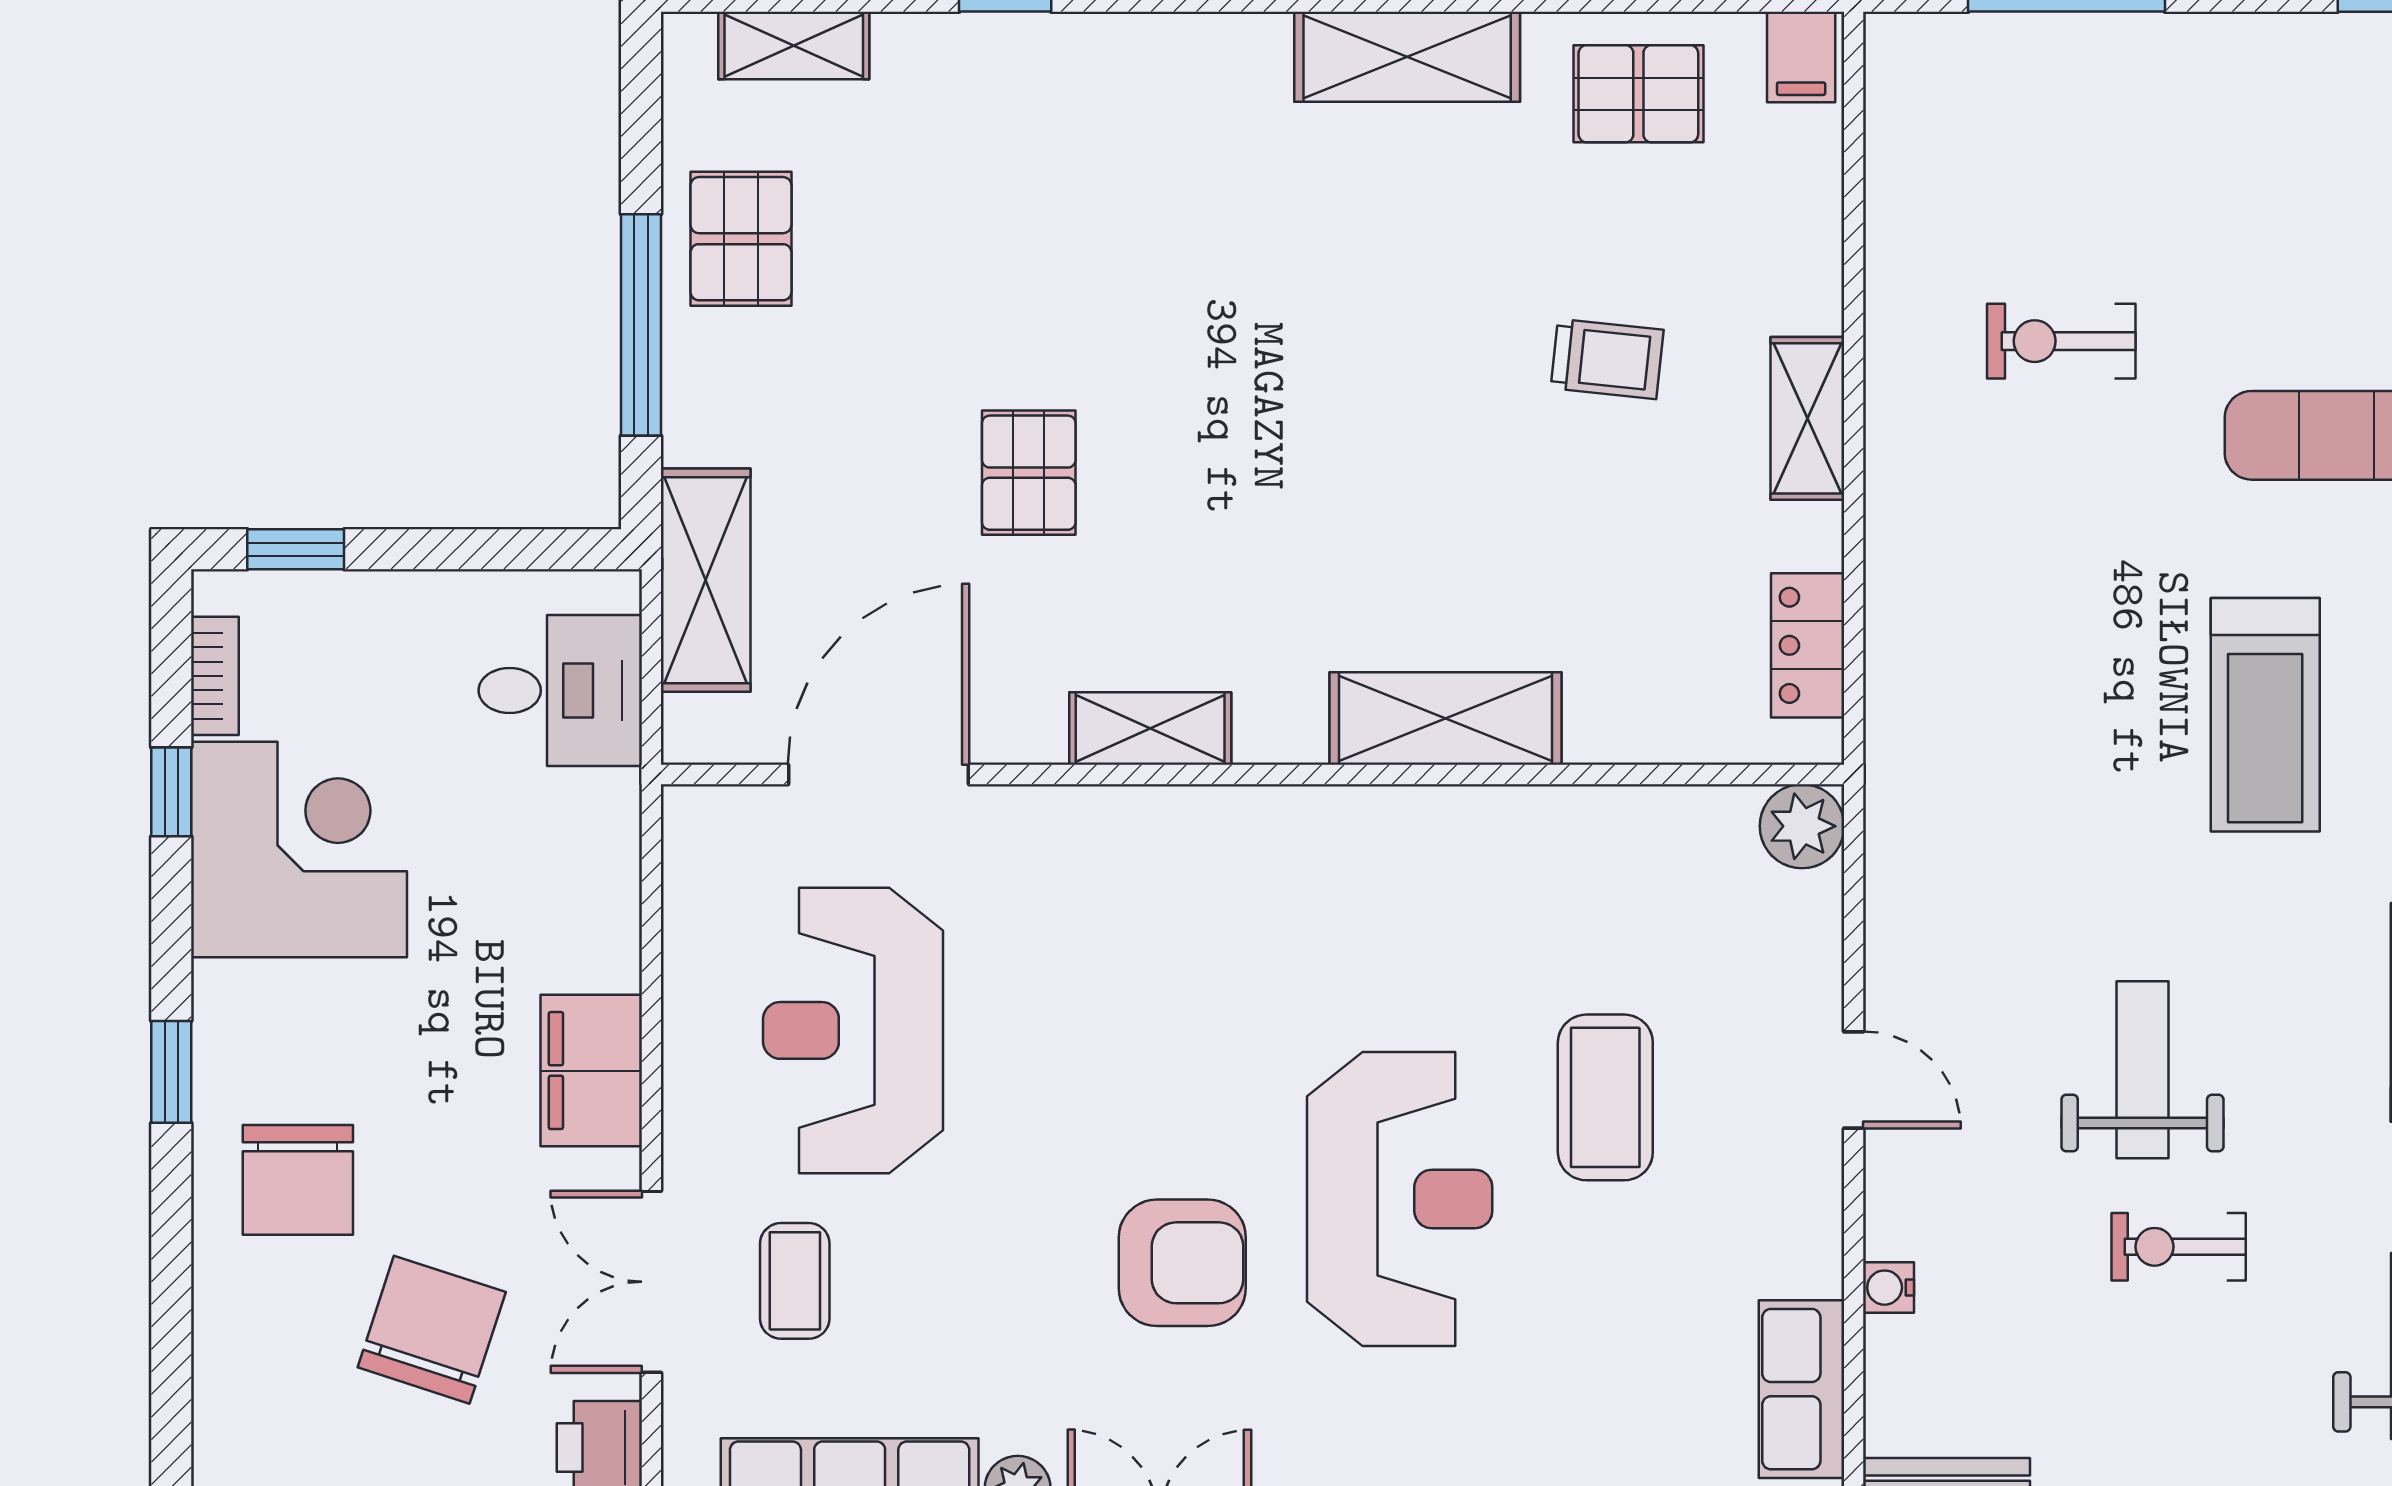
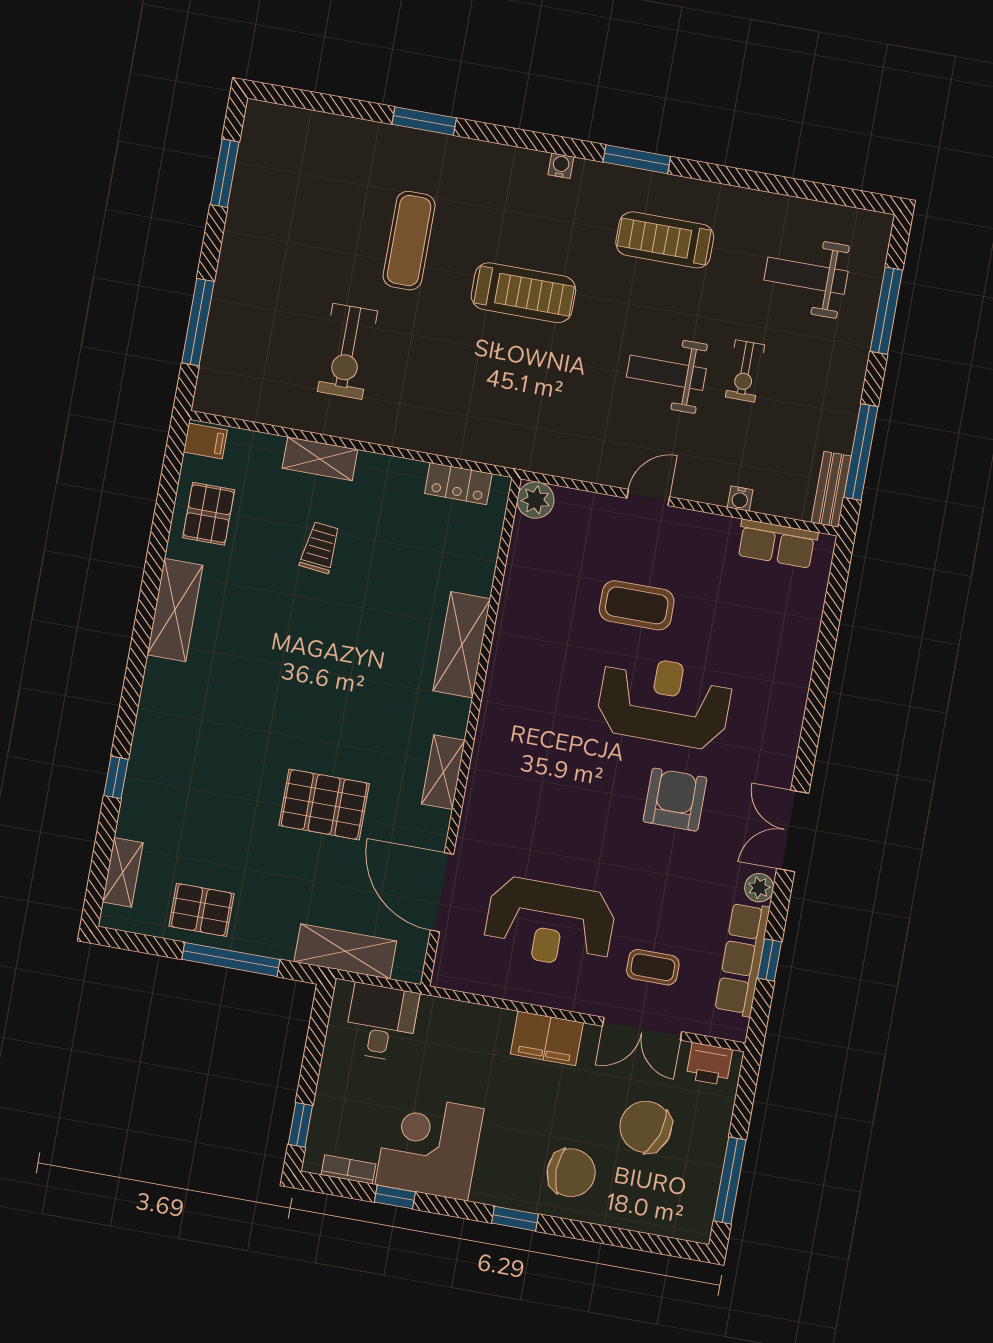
exercise bike: (2061, 341) -> (347, 351), width x1.38, depth x1.39
shelving: (1807, 418) -> (320, 459), moved
pallet: (1029, 473) -> (324, 804), width x1.50, depth x1.42

